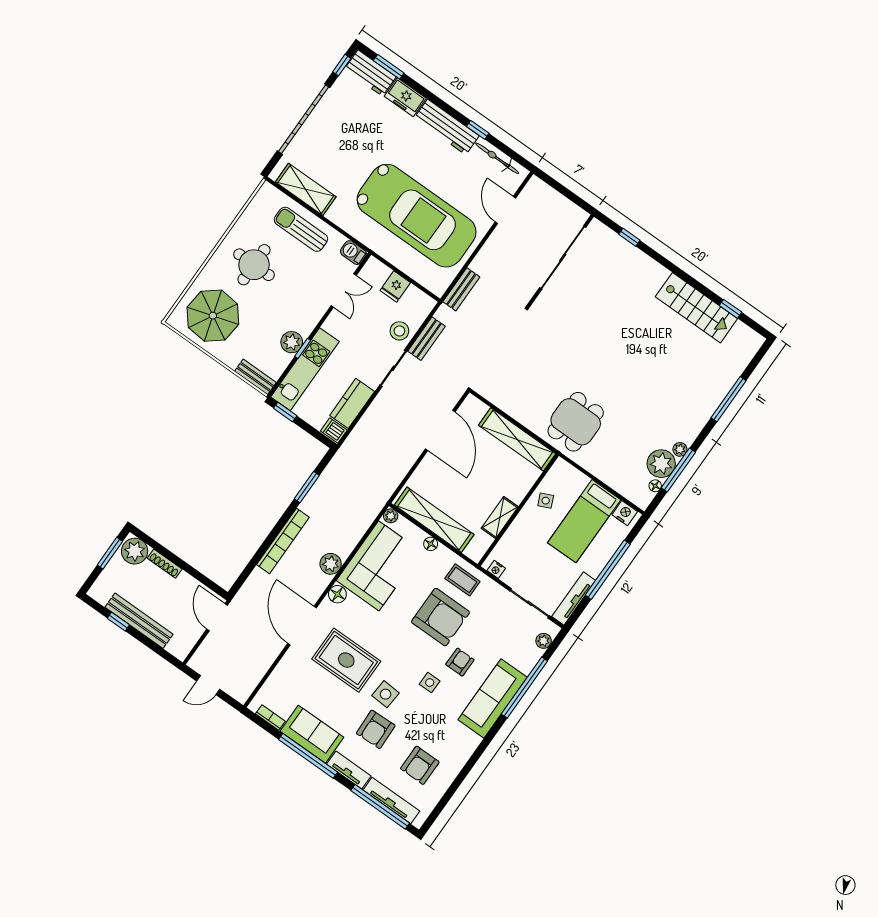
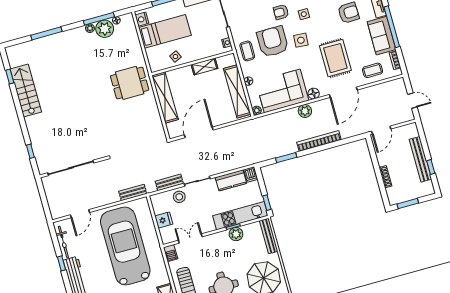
bench: (255, 377) -> (269, 236), width x1.36
plant: (135, 551) -> (395, 195), removed
coffee table: (288, 682) -> (373, 70), added
side table: (386, 694) -> (301, 40), moved

